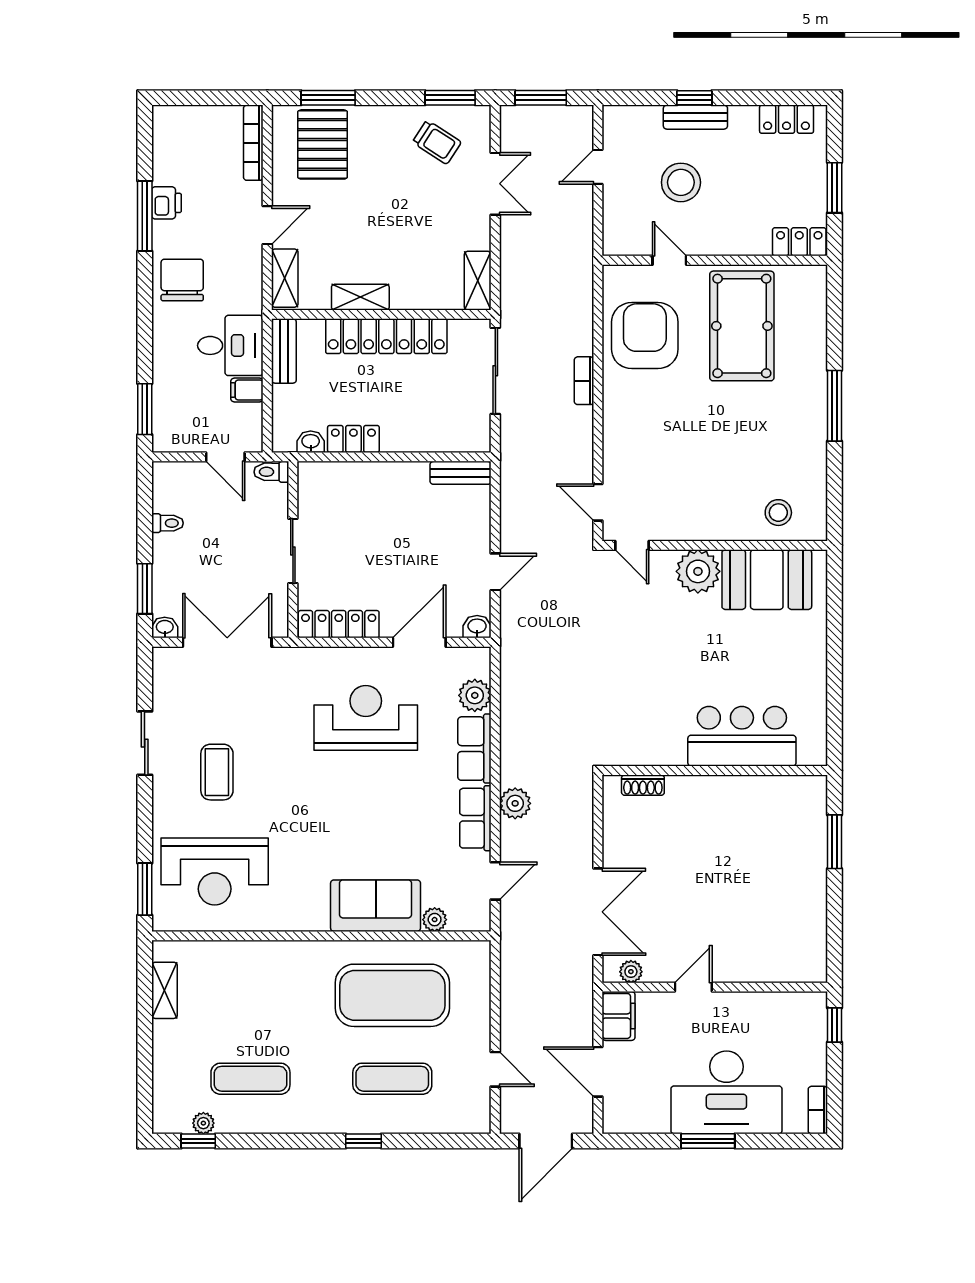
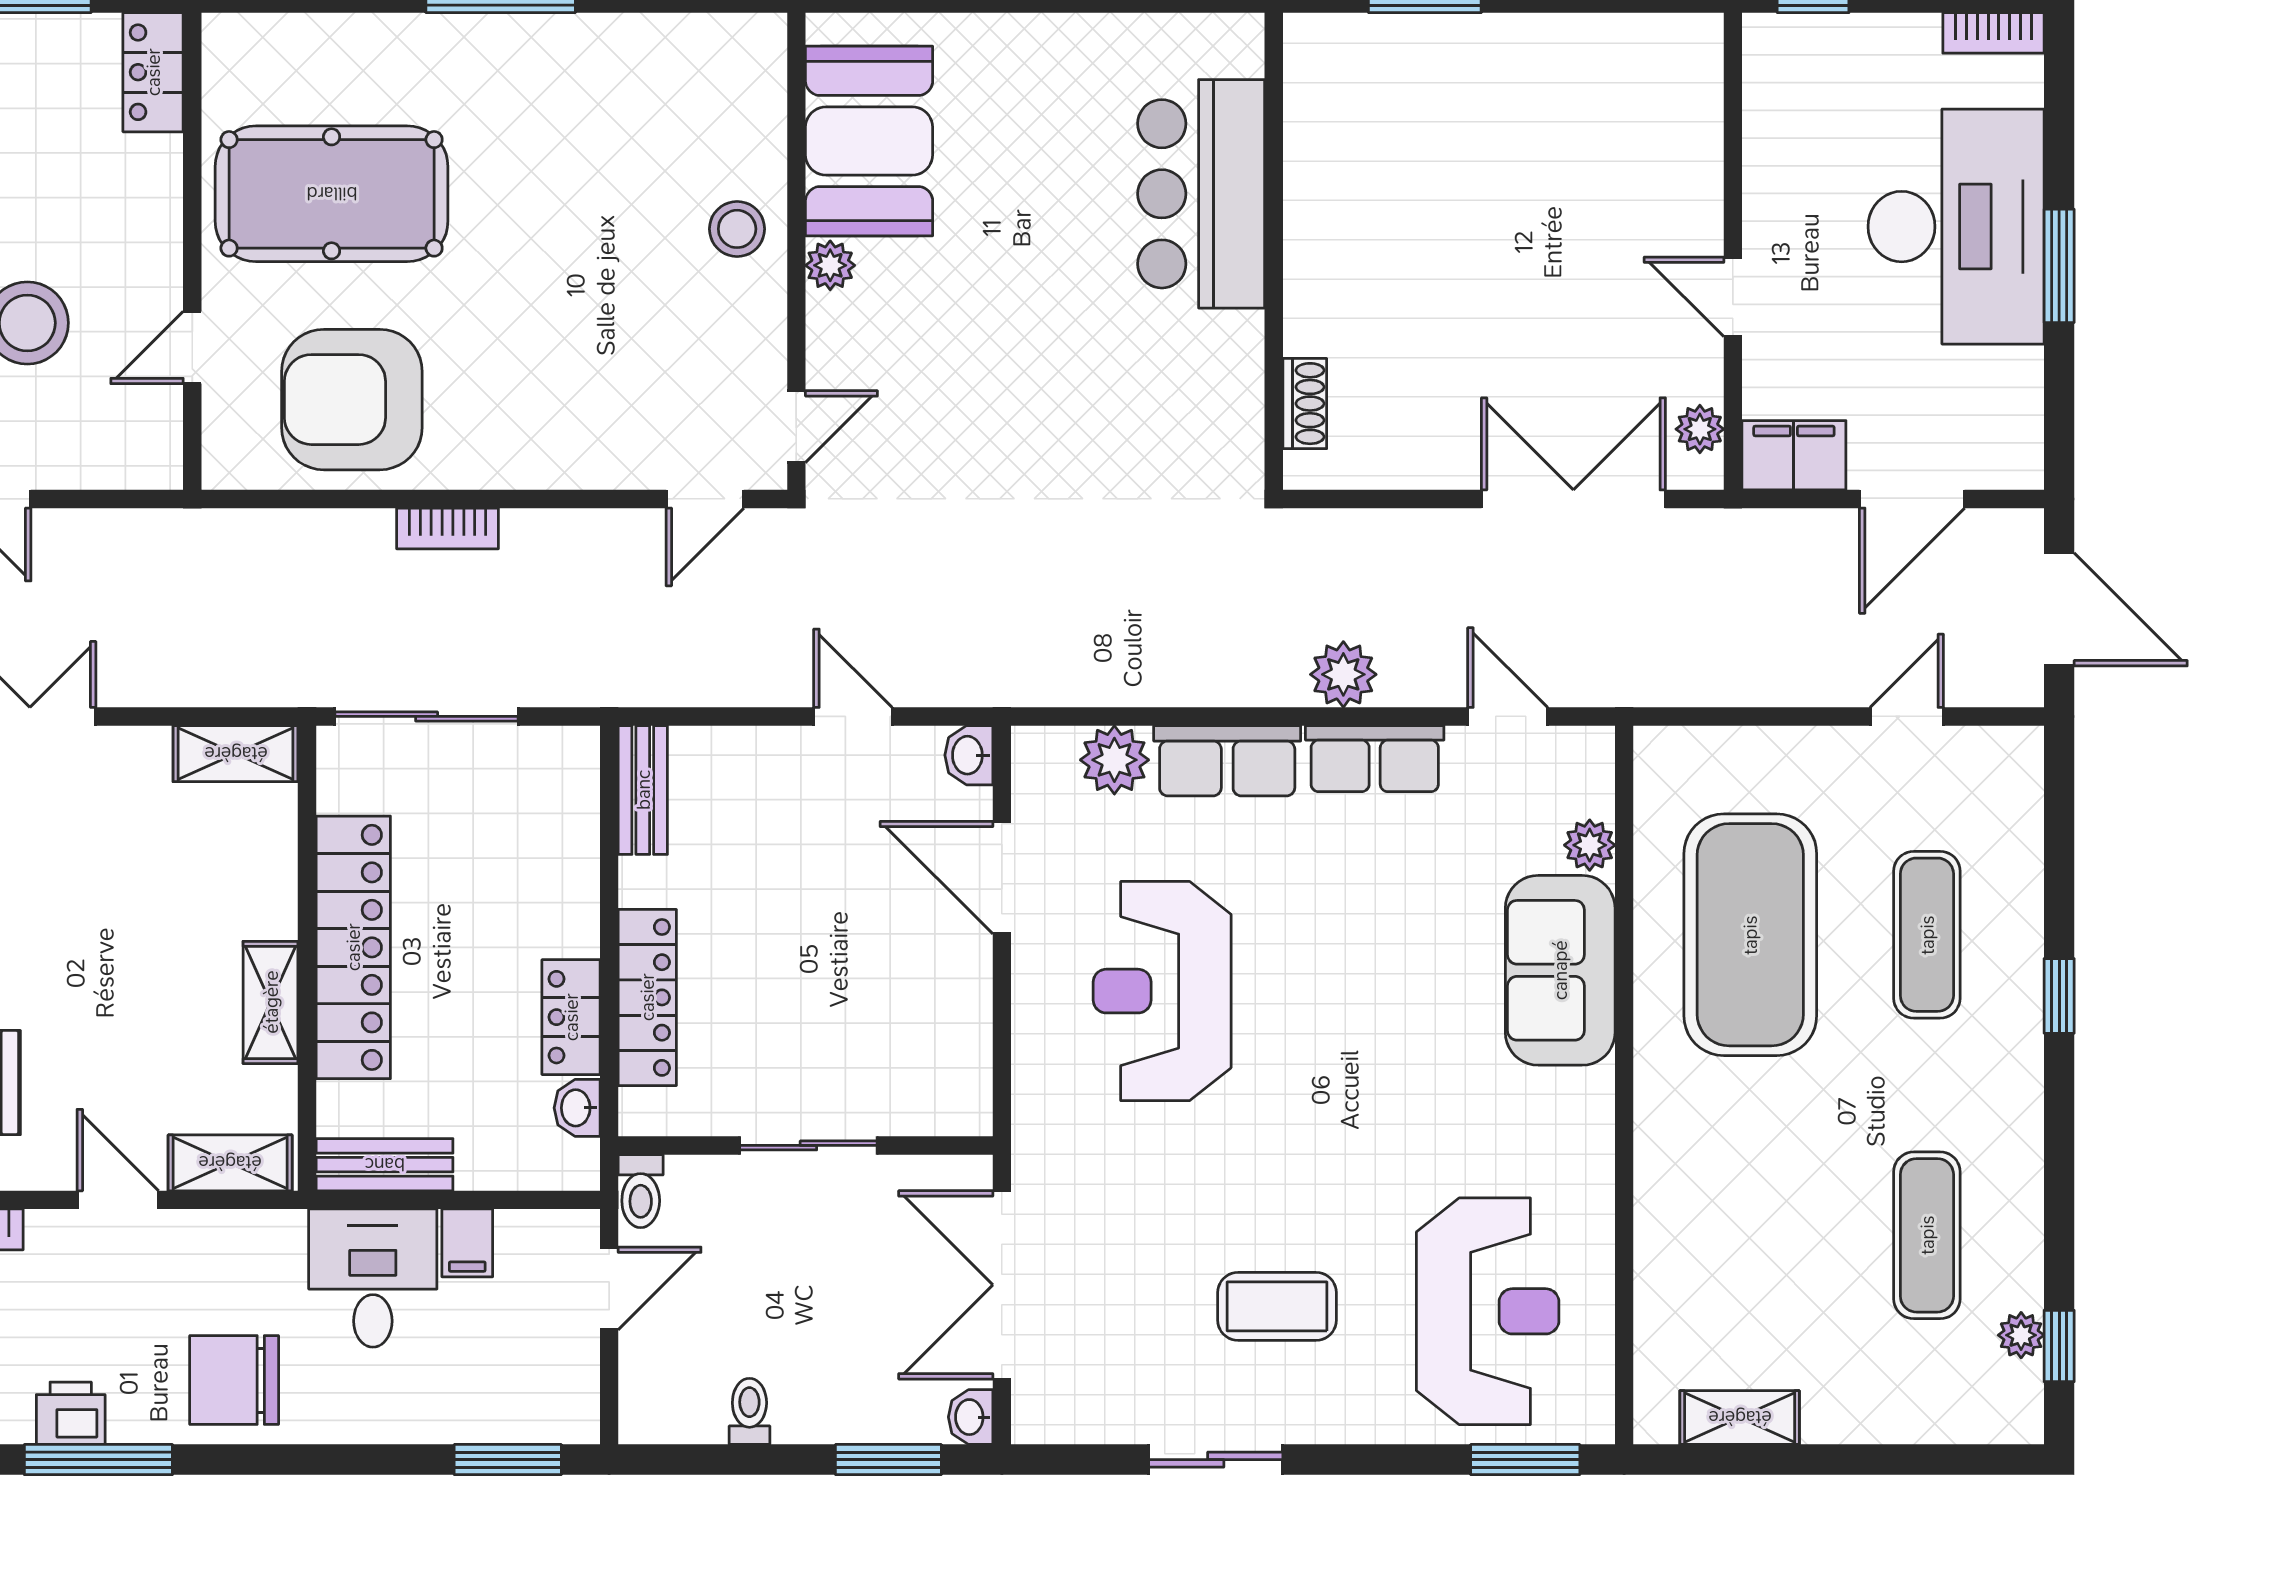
stool: (778, 513) -> (737, 229), moved
plant: (698, 571) -> (830, 265), width x0.53, depth x0.53
locker: (339, 624) -> (647, 997), moved, turned 180

